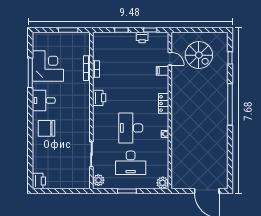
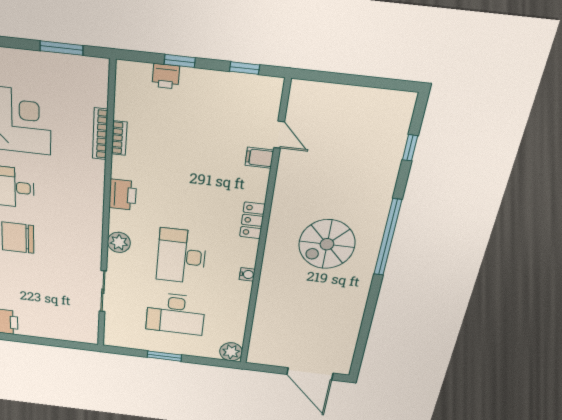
printer: (142, 38) -> (166, 76), moved
spiral stairs: (199, 55) -> (327, 244), moved, turned 90
plant: (98, 180) -> (119, 242), moved

